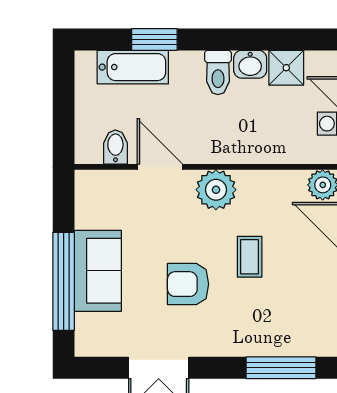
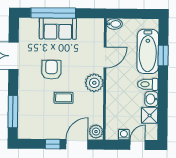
bathtub: (133, 67) -> (148, 51), width x1.36, depth x1.36
bidet: (115, 147) -> (114, 24), moved

